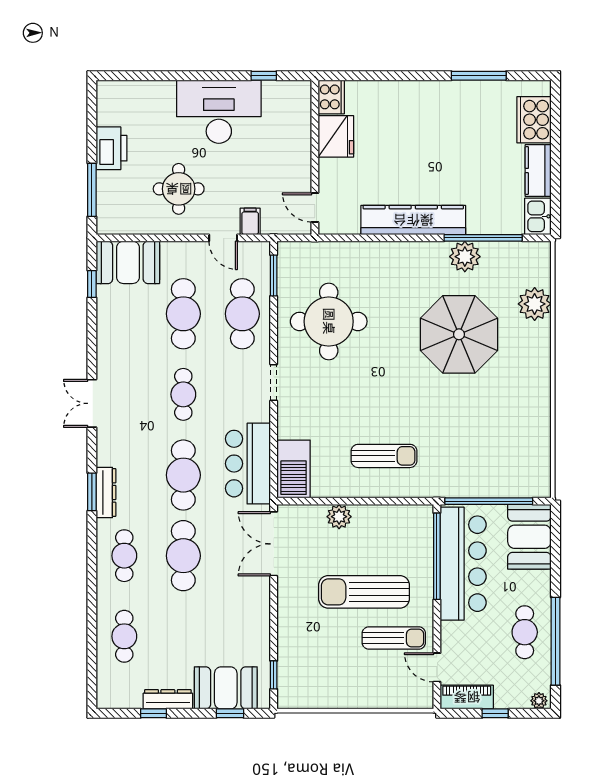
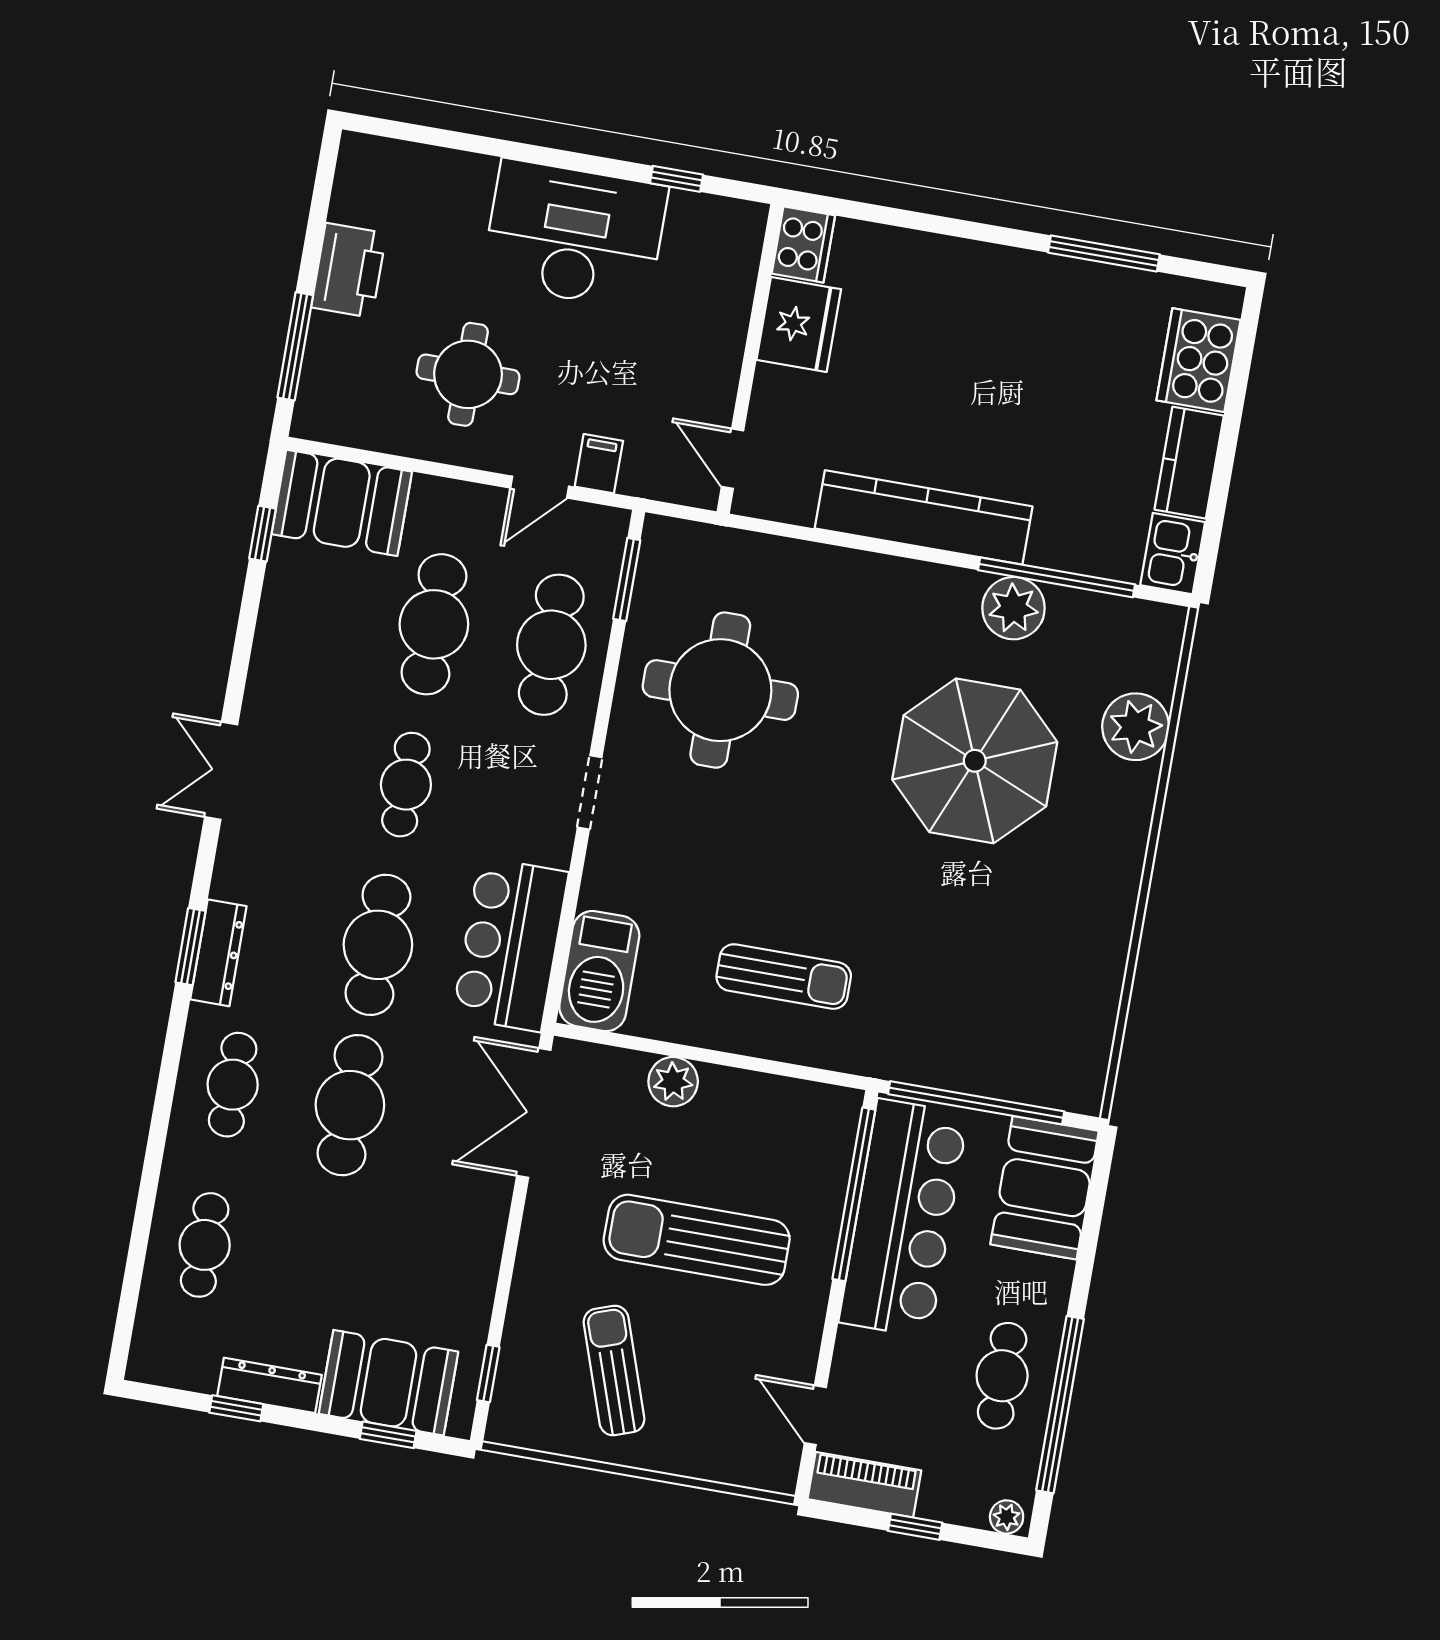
door: (223, 238) -> (540, 487), hinge flipped
sun lounger: (394, 638) -> (614, 1371), moved, turned -109

